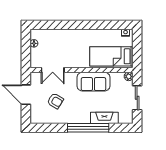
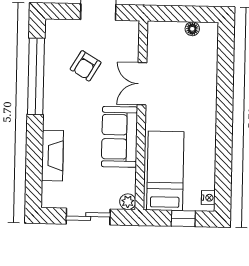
window: (137, 46) -> (183, 219), added
double door: (53, 70) -> (142, 84), moved
window: (88, 128) -> (36, 76), moved

